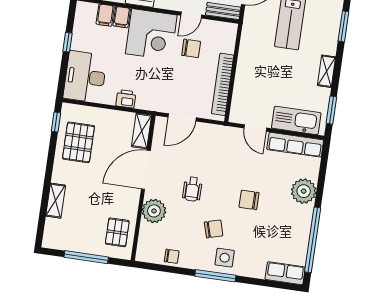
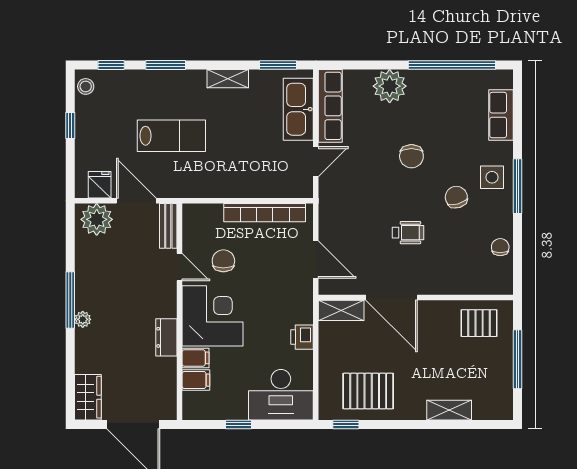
plant: (154, 211) -> (444, 279), removed
row of seats: (285, 273) -> (501, 115), moved

